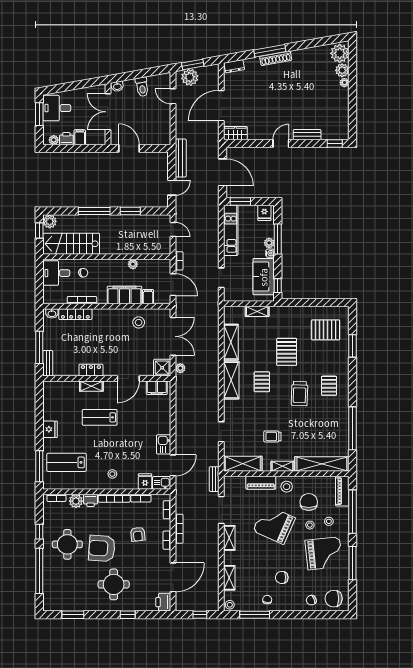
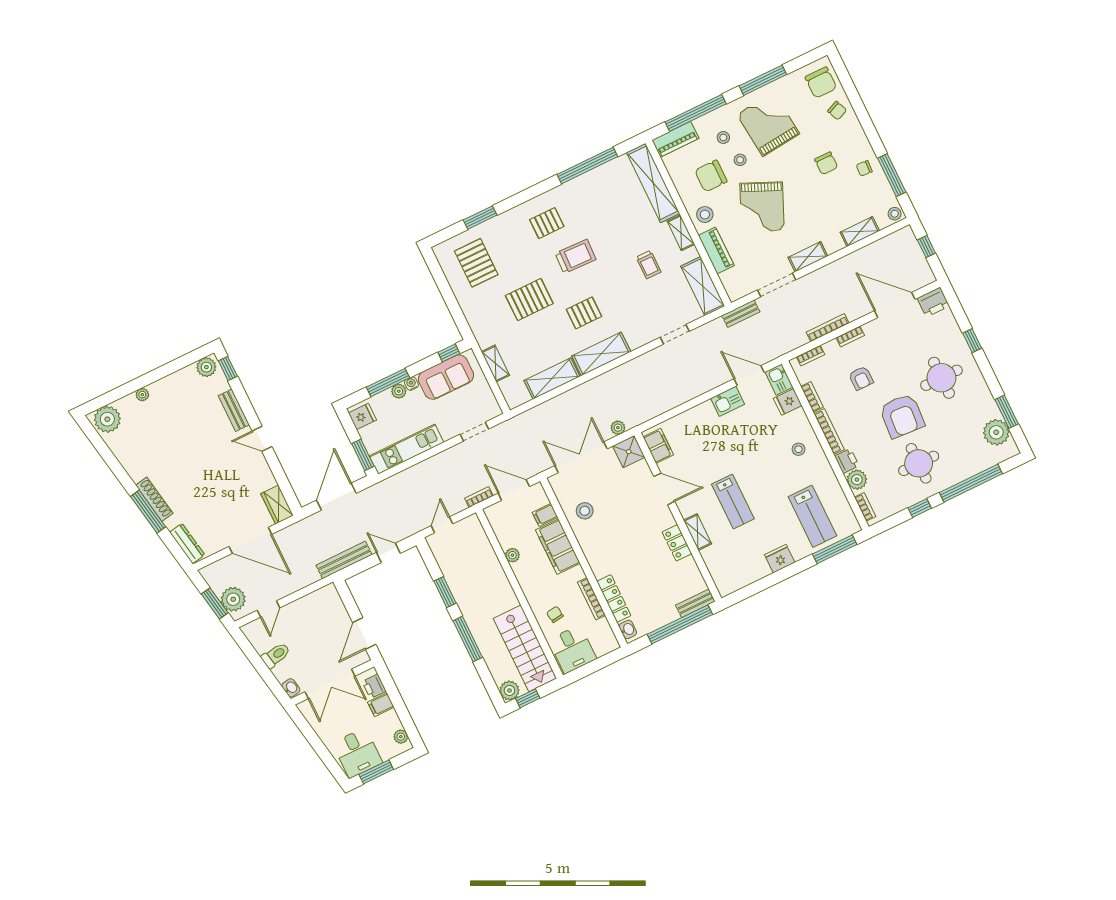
dresser: (234, 66) -> (187, 543), width x1.44
plant: (342, 70) -> (206, 367), moved
printer: (66, 139) -> (374, 686), moved
door: (173, 285) -> (514, 490), hinge flipped
window: (39, 347) -> (680, 624), width x1.46
armchair: (138, 534) -> (861, 378), turned 96
plant: (63, 602) -> (996, 432), added

